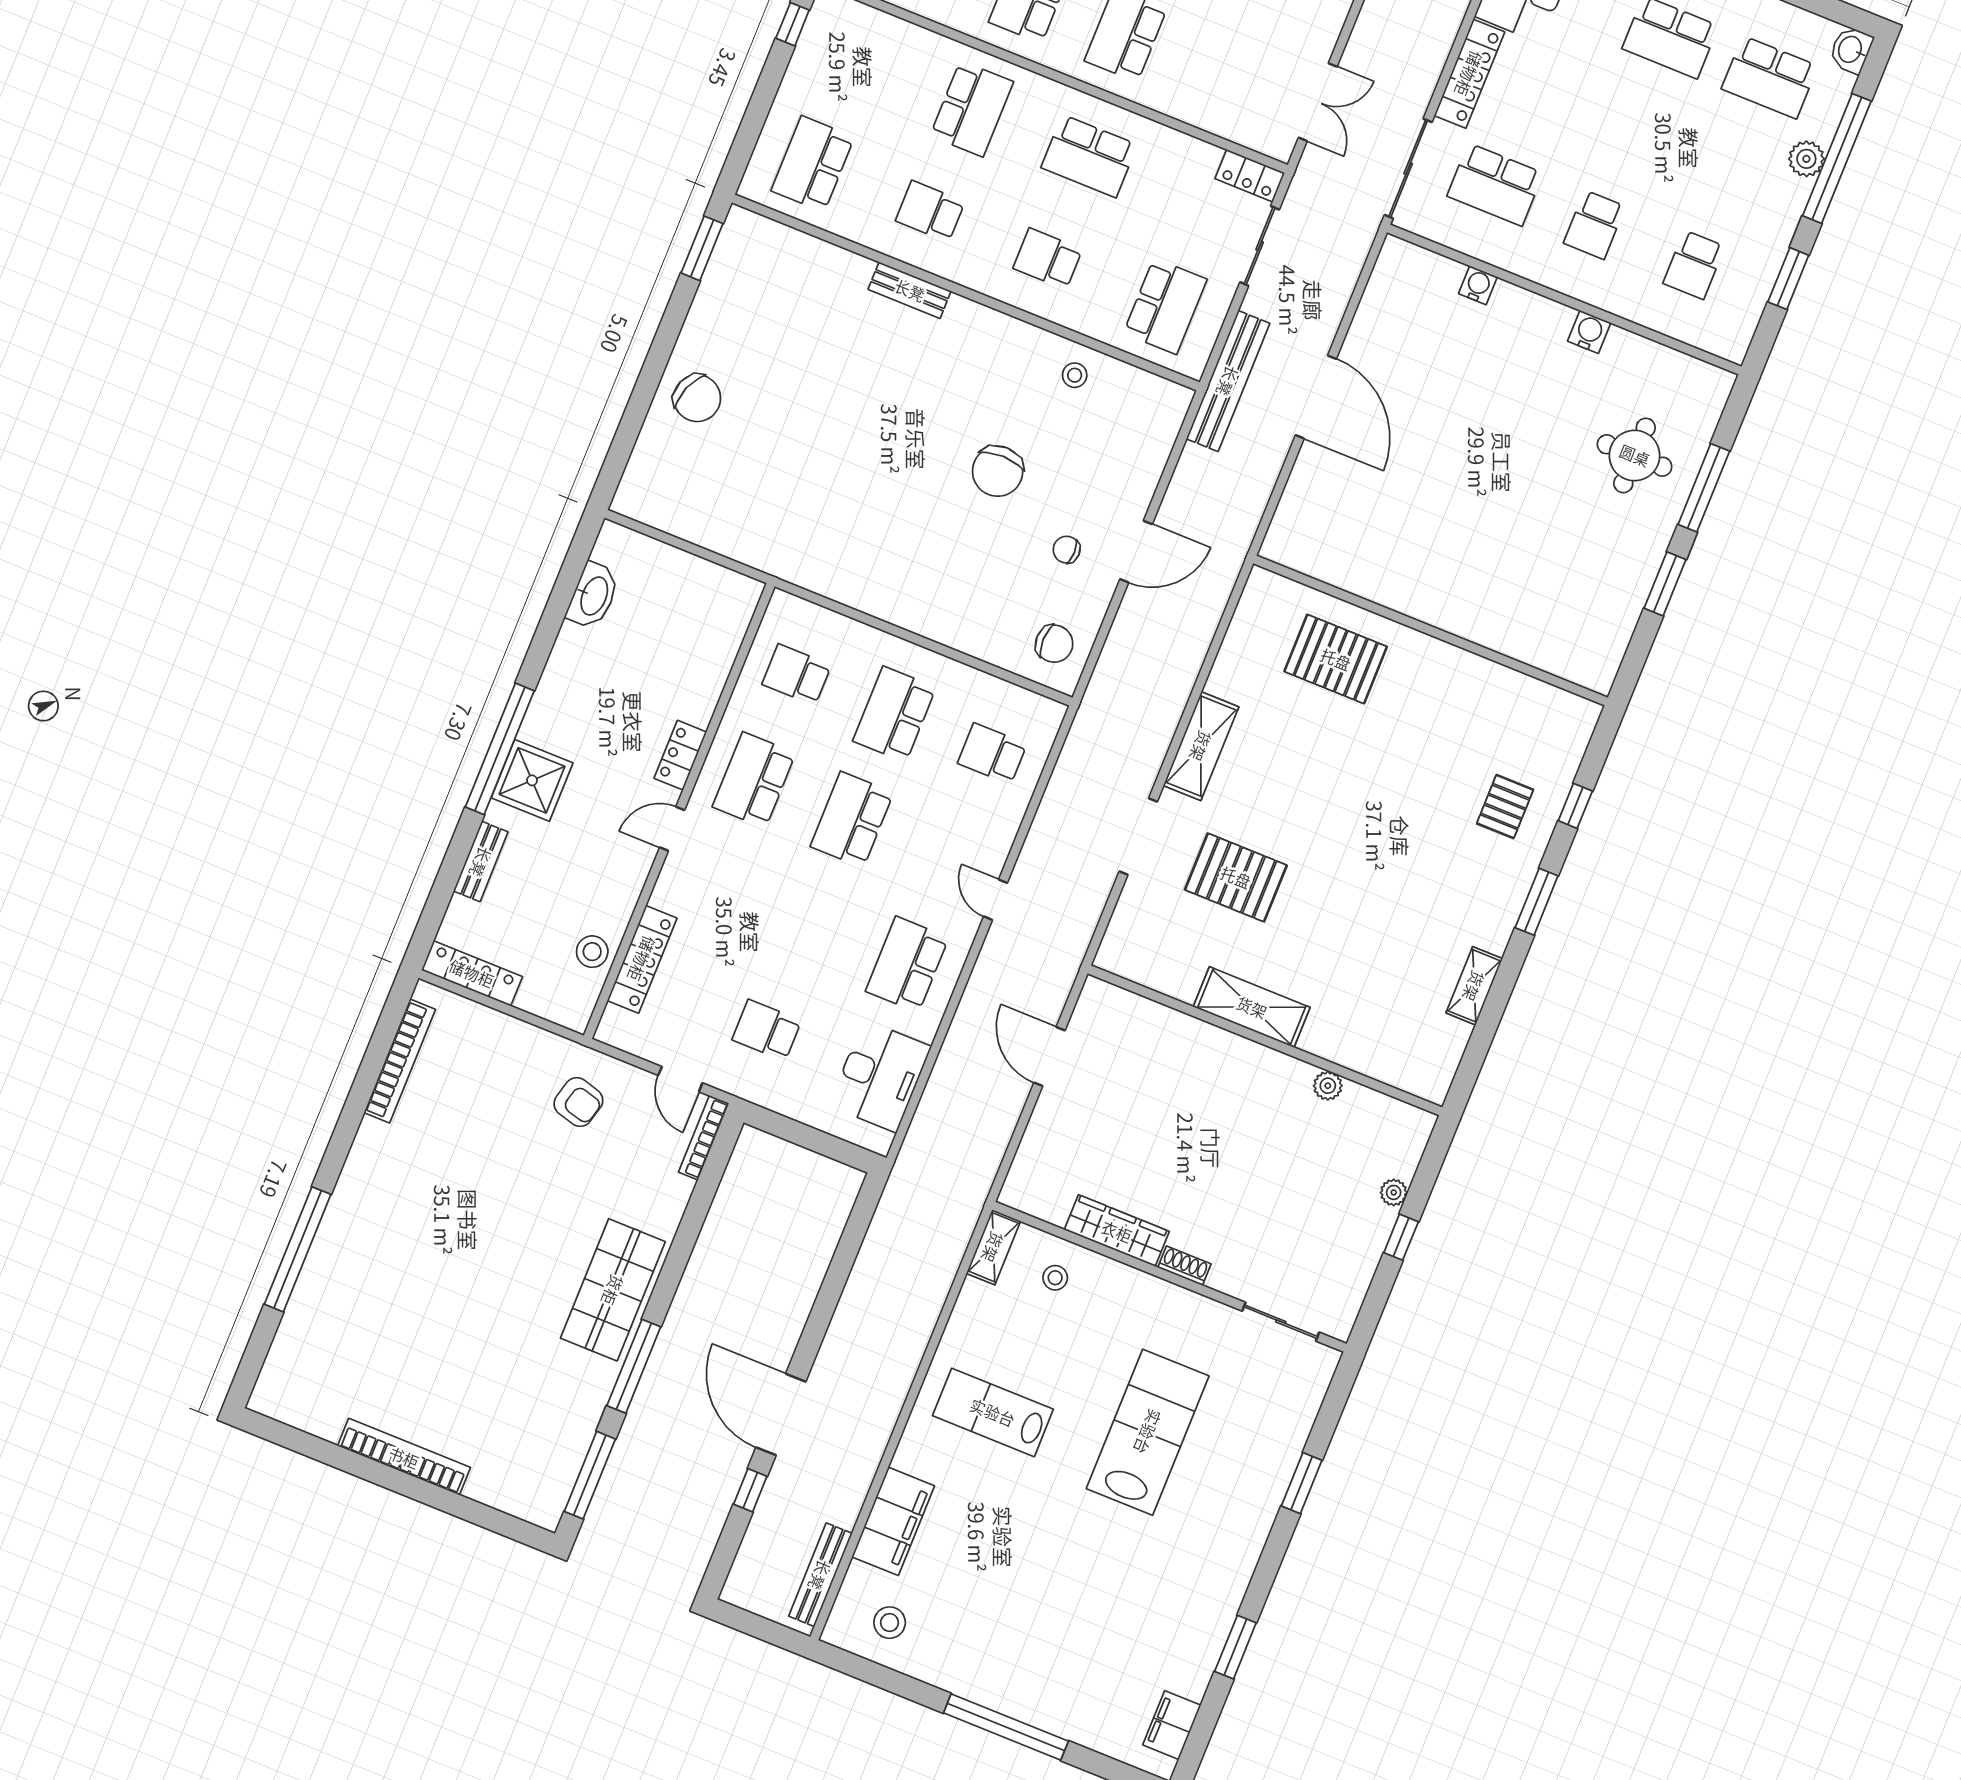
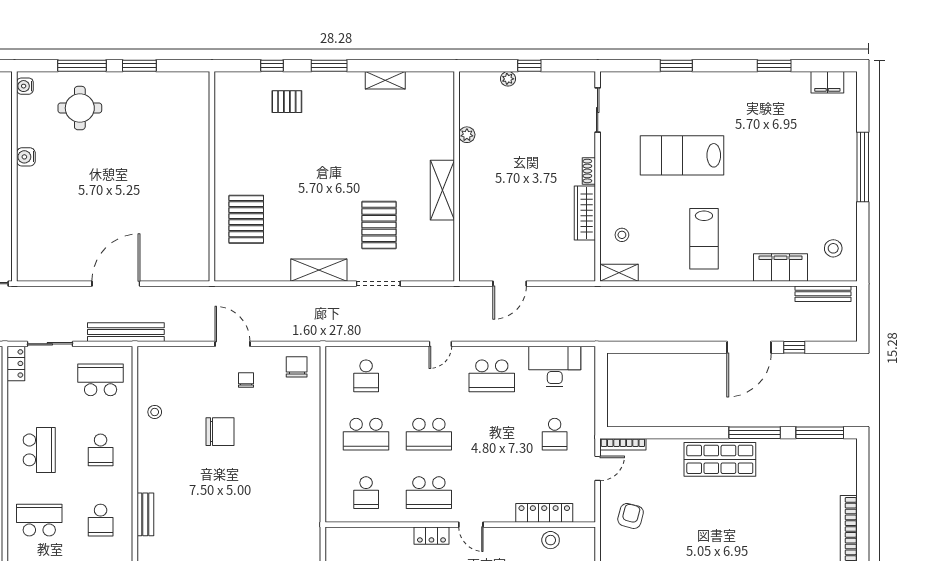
water cooler: (1478, 285) -> (25, 86), moved
chair: (1067, 550) -> (246, 380), turned 180

